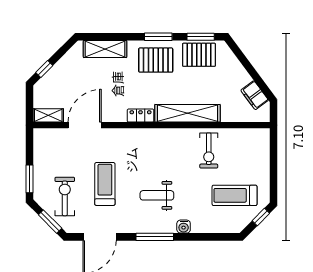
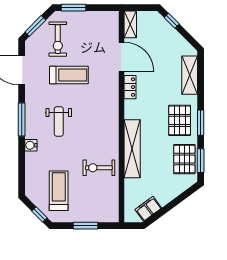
locker: (140, 116) -> (130, 87), moved
window: (274, 165) -> (85, 226), added
weight bench: (157, 195) -> (59, 121), turned 180
exercise bike: (65, 196) -> (58, 39), turned 90

